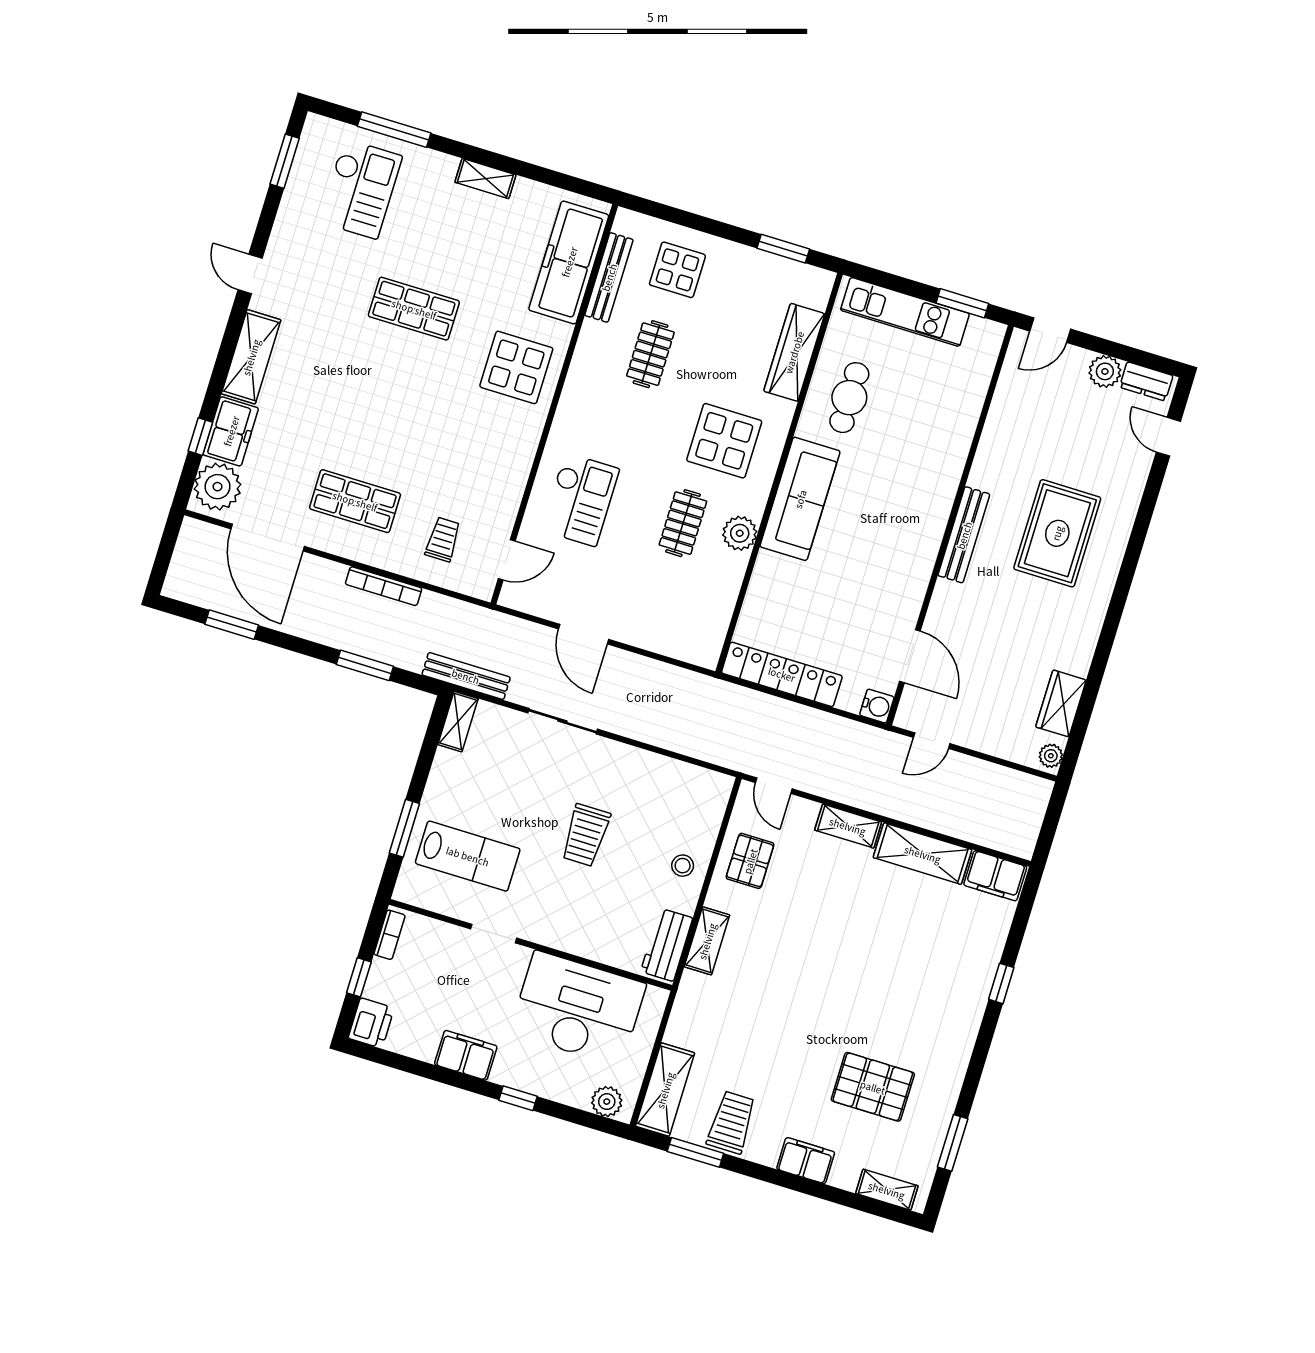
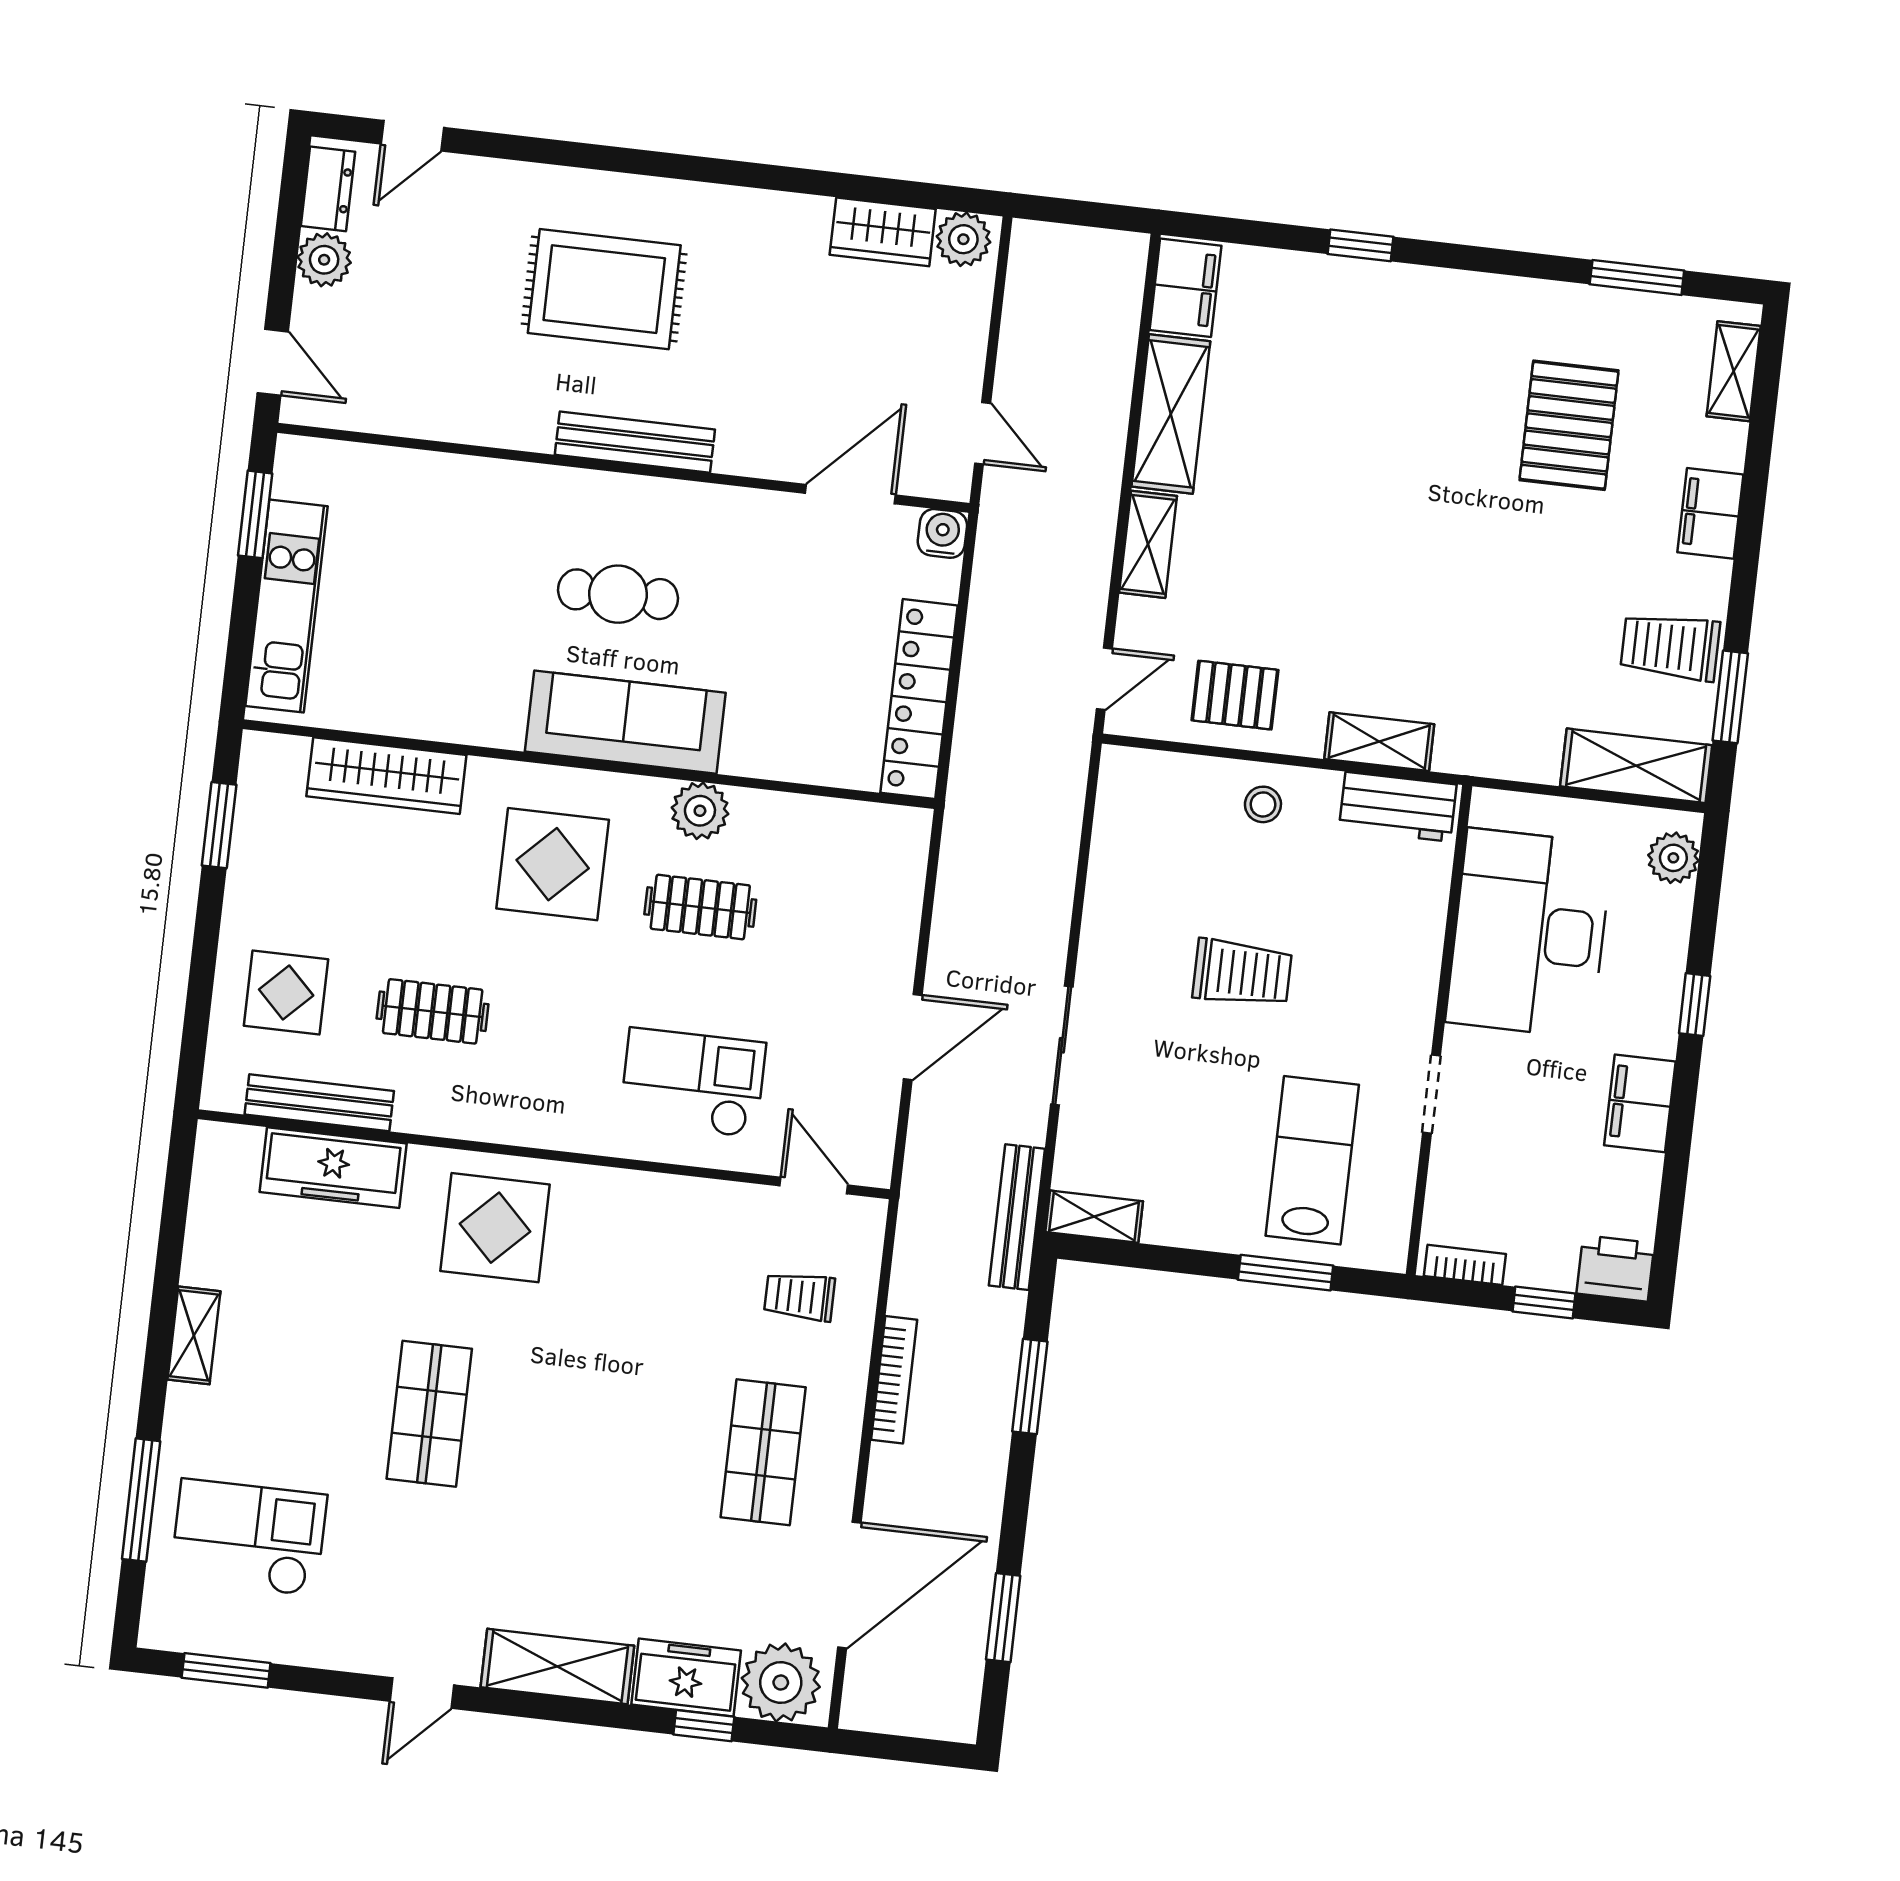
freezer: (569, 262) -> (333, 1168), width x0.73, depth x0.79
cafe table: (849, 398) -> (618, 594), moved
plant: (1051, 756) -> (963, 239), width x1.38, depth x1.38

